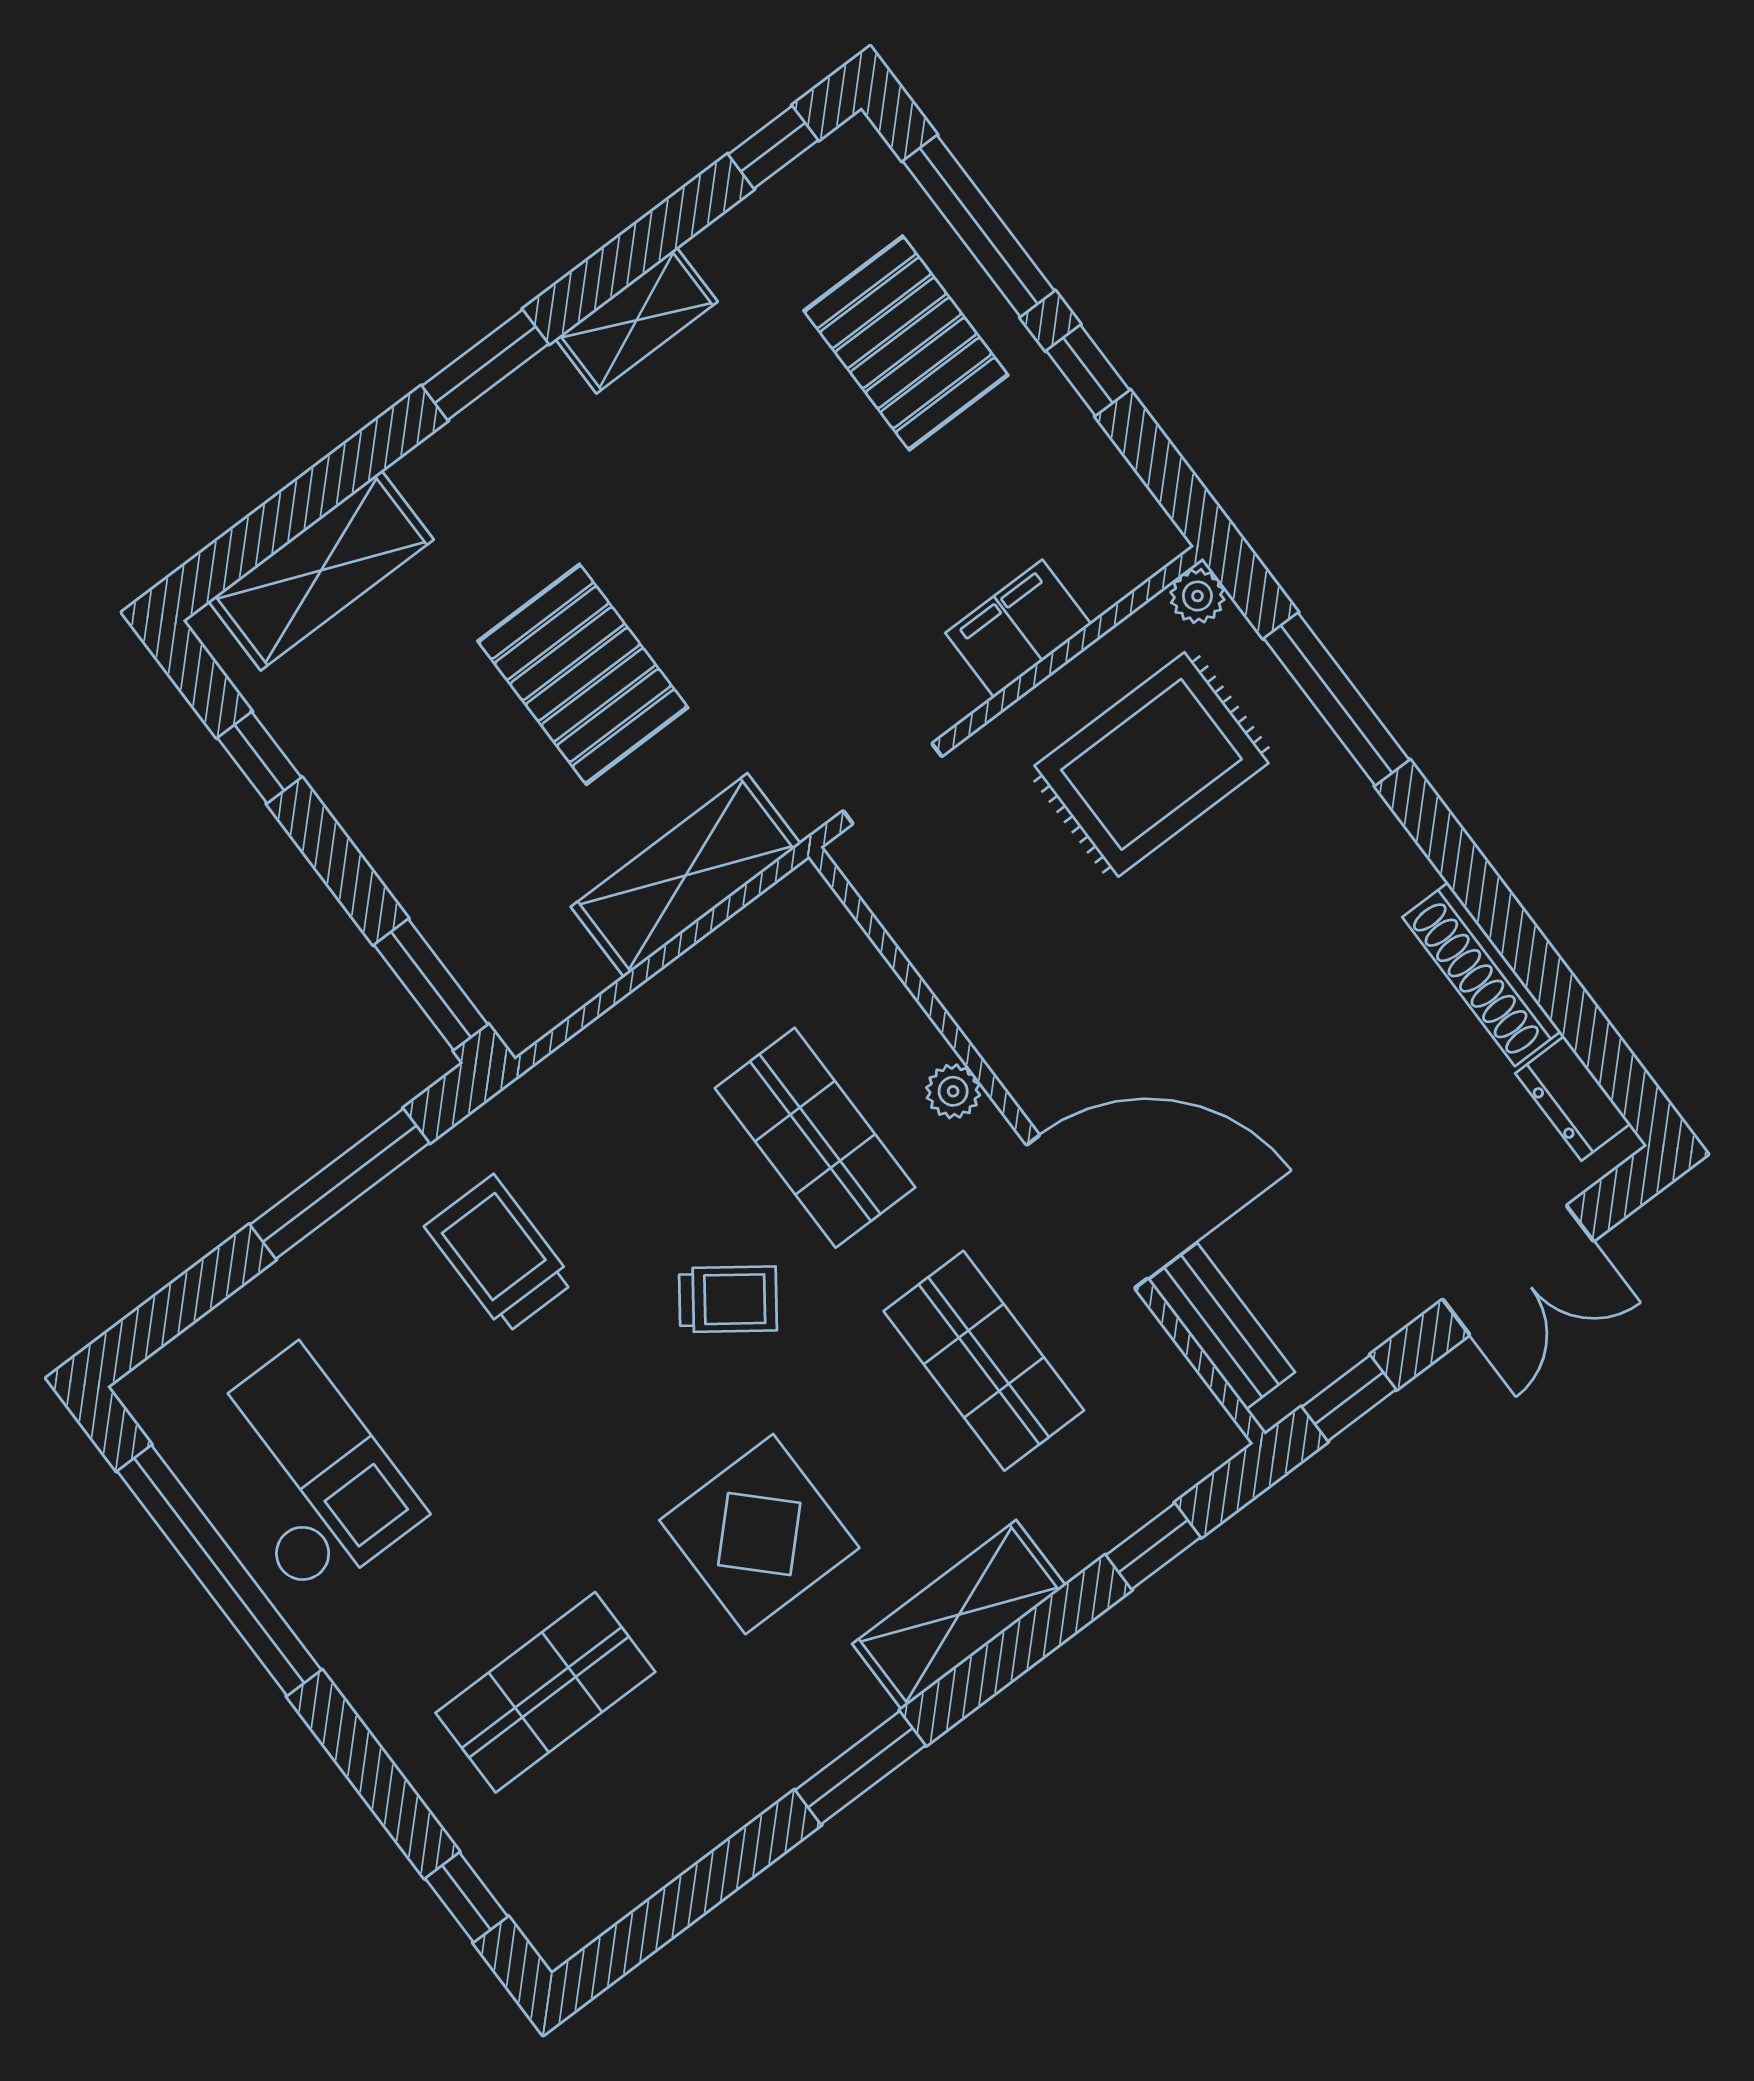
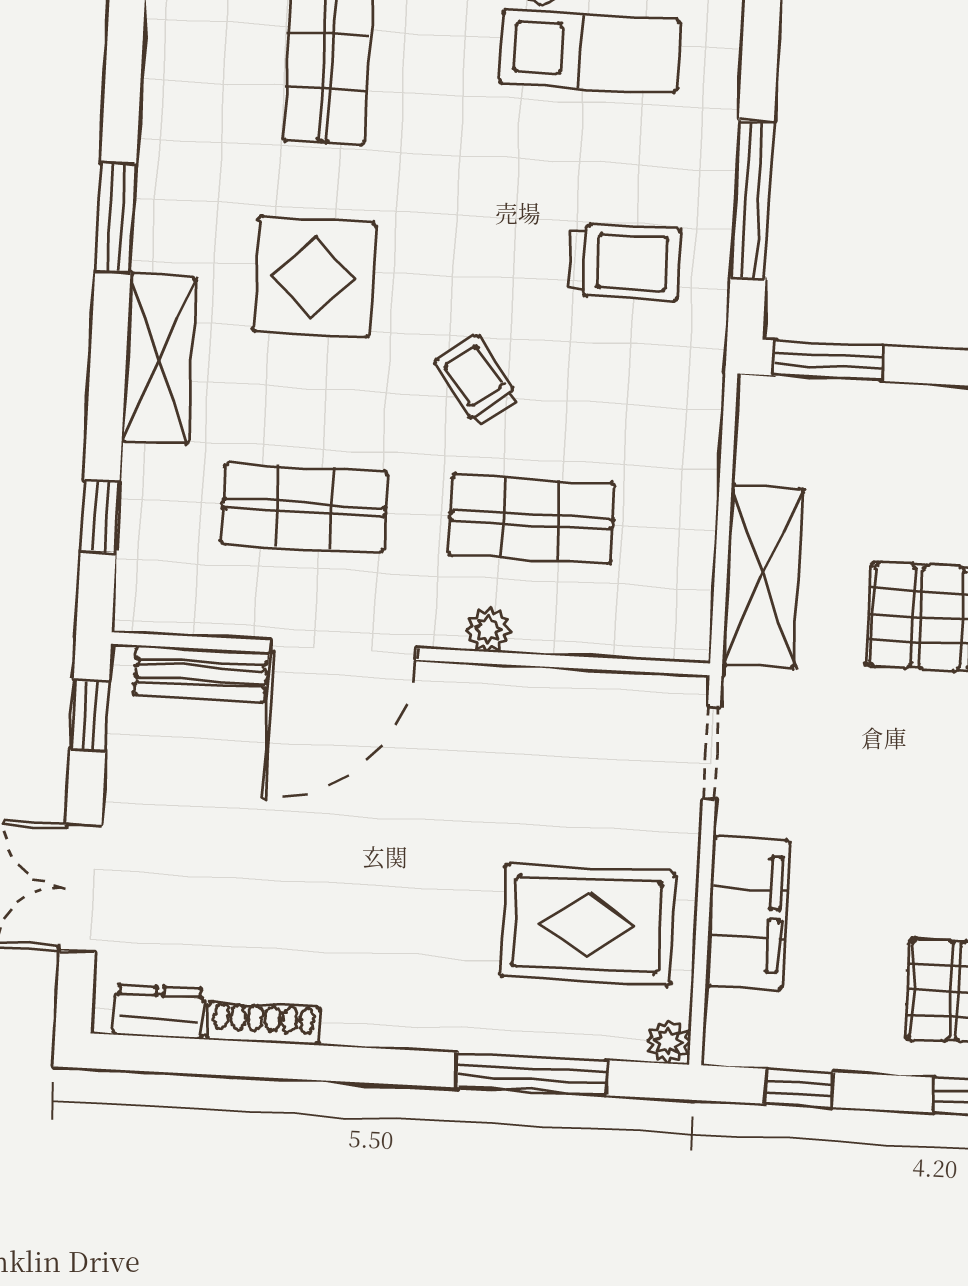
window: (1088, 370) -> (799, 1088), moved
filing cabinet: (1018, 629) -> (748, 913), width x1.50, depth x1.17
rug: (1151, 764) -> (588, 925), turned 90
shoe rack: (1481, 974) -> (264, 1023), width x0.74, depth x0.81
trolley: (728, 1299) -> (477, 381), turned 108

